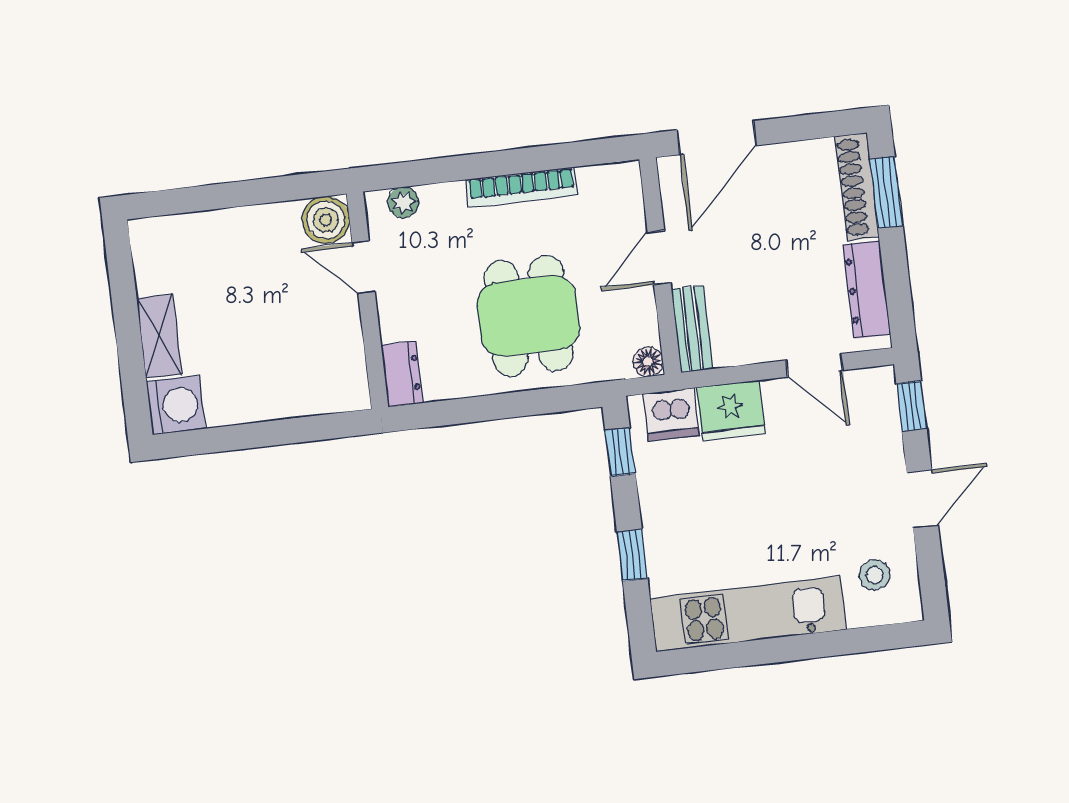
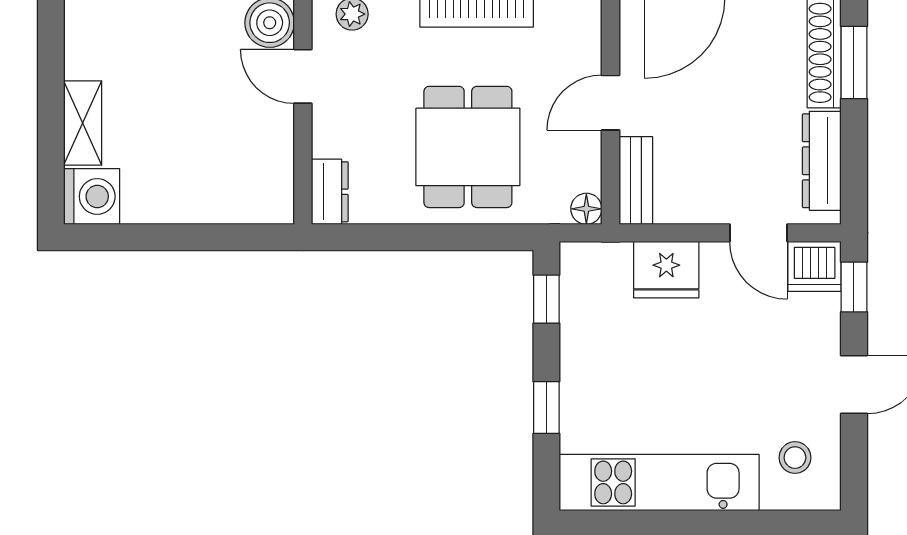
dishwasher: (671, 414) -> (815, 266), moved

